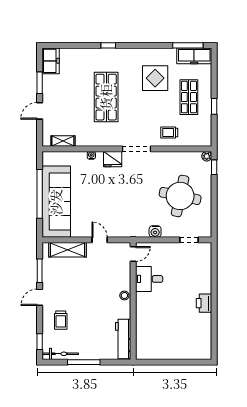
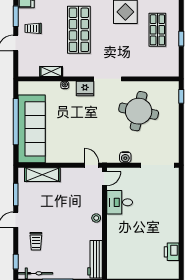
trolley: (169, 133) -> (33, 28), moved
shelving: (63, 141) -> (51, 71), moved
plant: (207, 156) -> (174, 86), removed
round table: (180, 196) -> (139, 111), moved
door: (100, 240) -> (92, 165), moved
doorway: (189, 240) -> (157, 165), width x1.88
printer: (204, 303) -> (172, 252), moved

